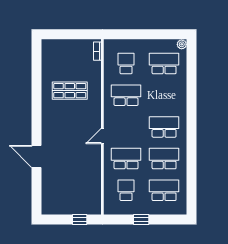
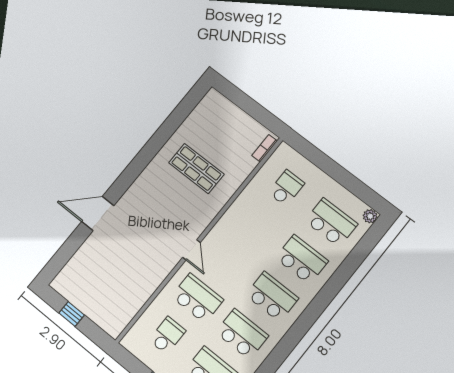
school desk: (126, 95) -> (302, 259), moved
door: (102, 136) -> (191, 250), swing flipped
door: (37, 156) -> (98, 214), hinge flipped
window: (80, 220) -> (72, 314), moved

